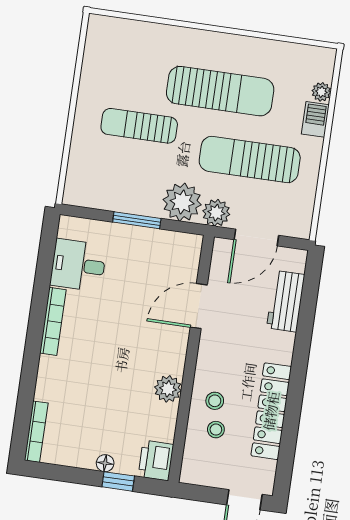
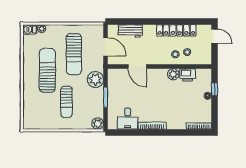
barbecue: (315, 119) -> (30, 30), moved
plant: (216, 213) -> (98, 124), moved
printer: (156, 460) -> (187, 75), moved

